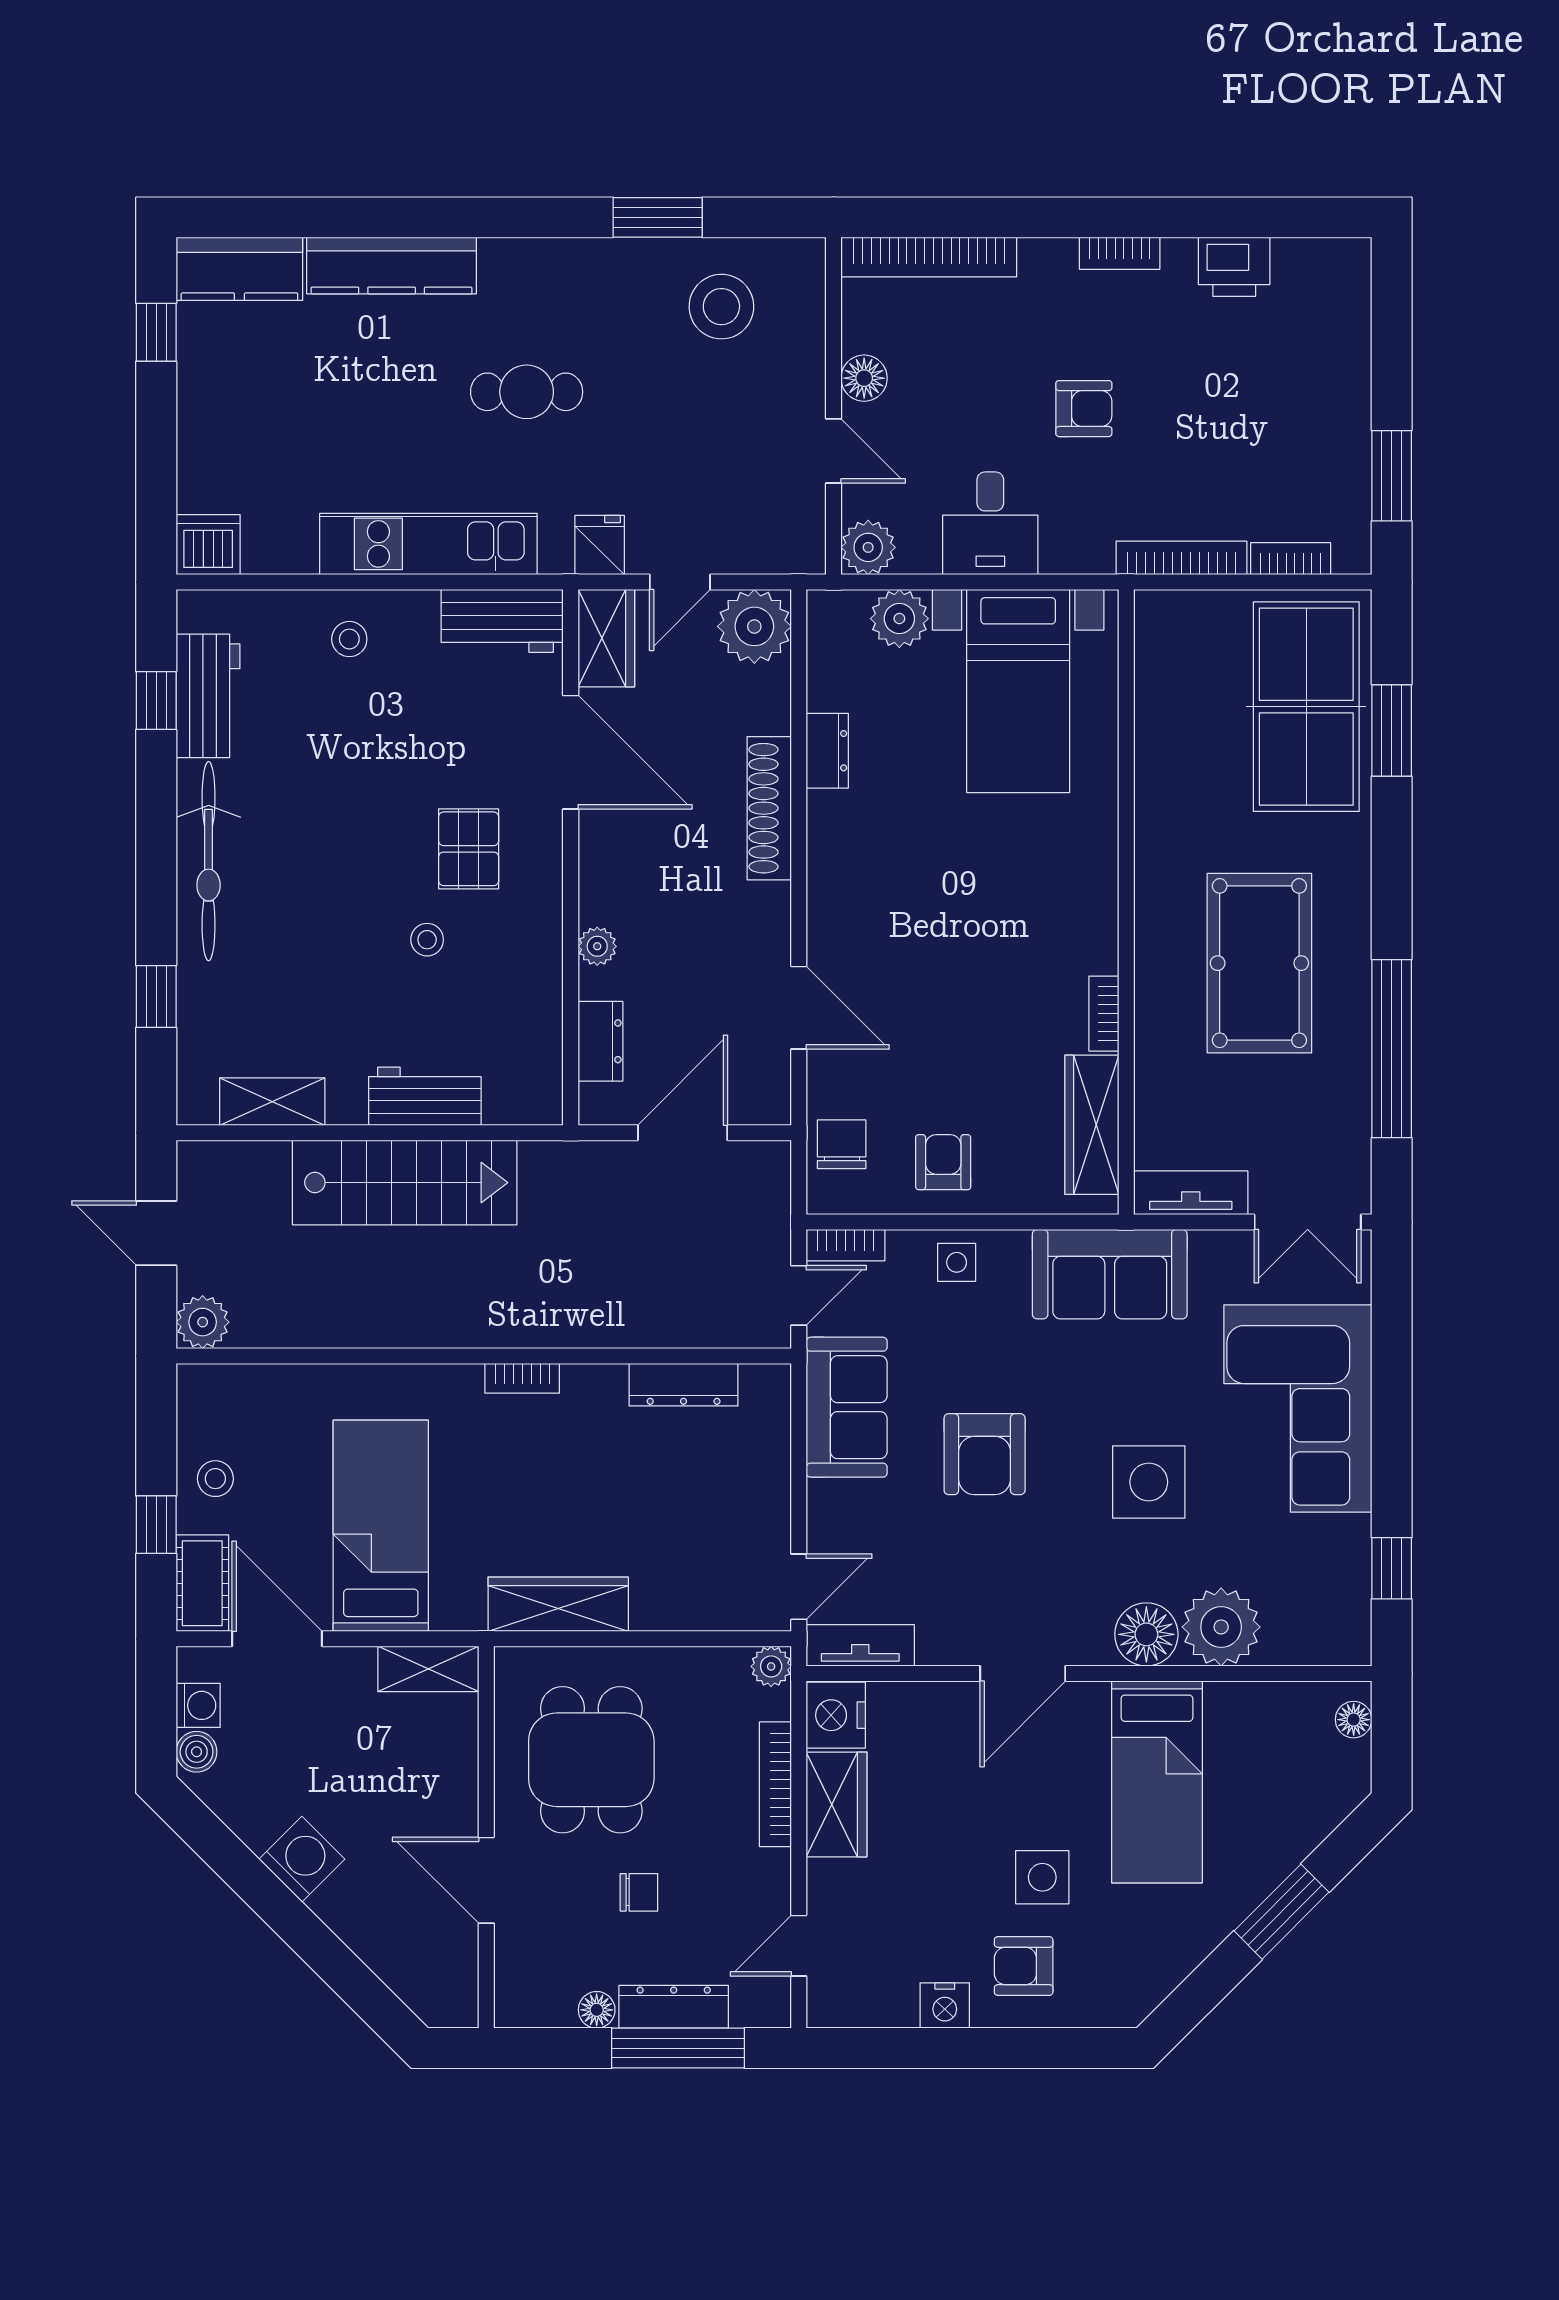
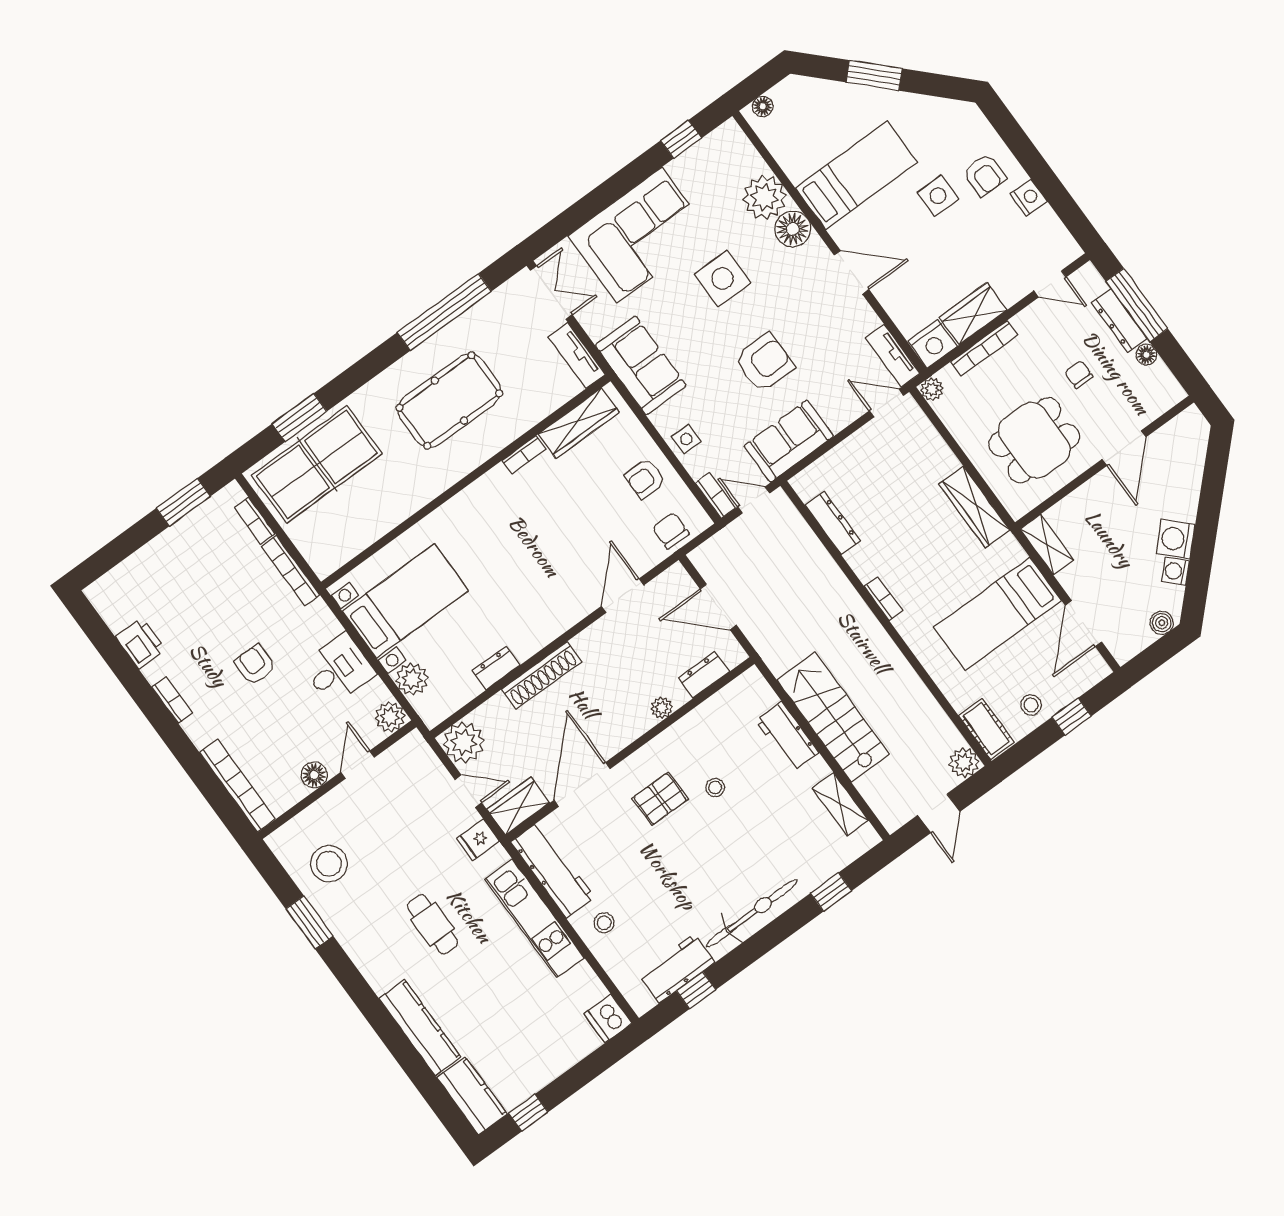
workbench: (502, 621) -> (553, 870), width x1.38
chair: (842, 1144) -> (671, 531), turned 90
cot: (202, 1583) -> (986, 729), moved, turned 90
washing machine: (198, 1705) -> (1175, 571), moved, turned -45

